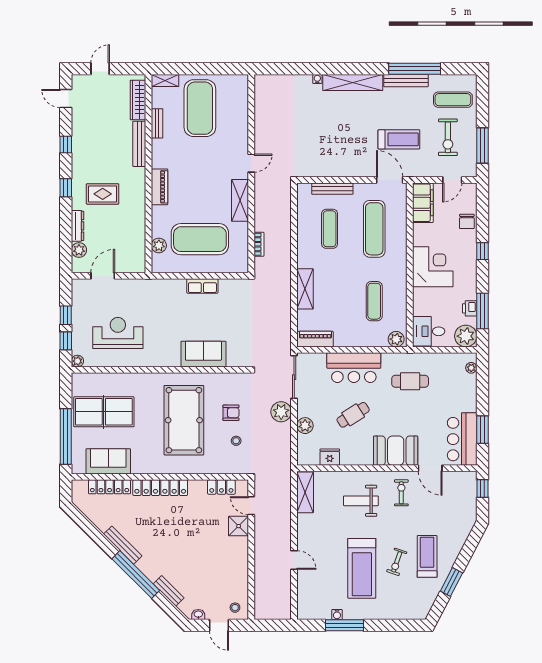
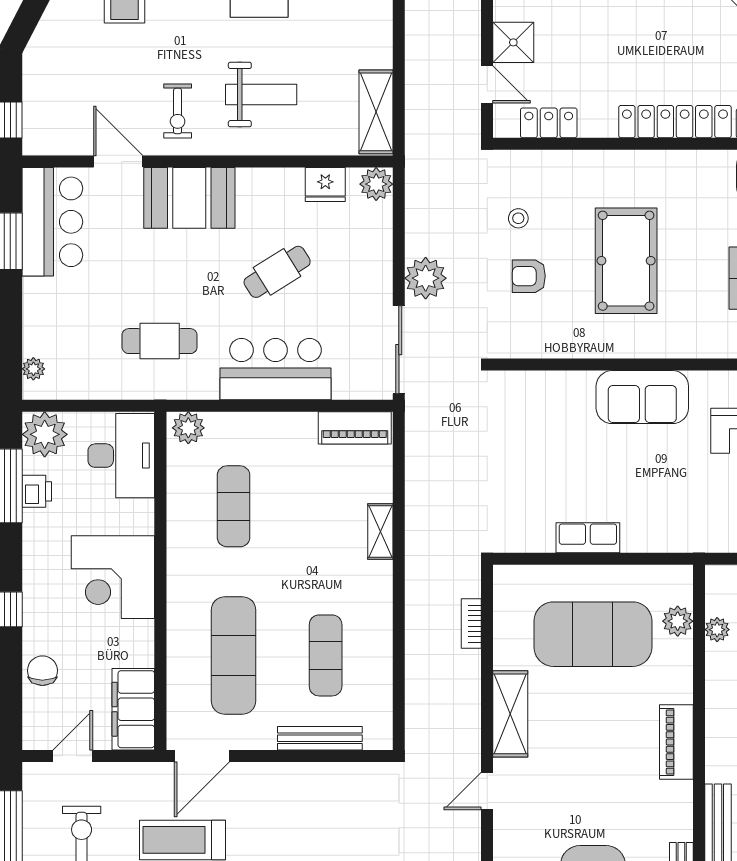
door: (390, 180) -> (202, 756), hinge flipped
plant: (140, 241) -> (717, 630), added
shelving: (305, 289) -> (380, 531), width x0.67, depth x0.75
desk: (429, 331) -> (121, 456), width x1.37
sofa: (203, 354) -> (642, 397), moved
pool table: (184, 420) -> (626, 261), width x0.73, depth x0.76
plant: (305, 426) -> (376, 184), moved

